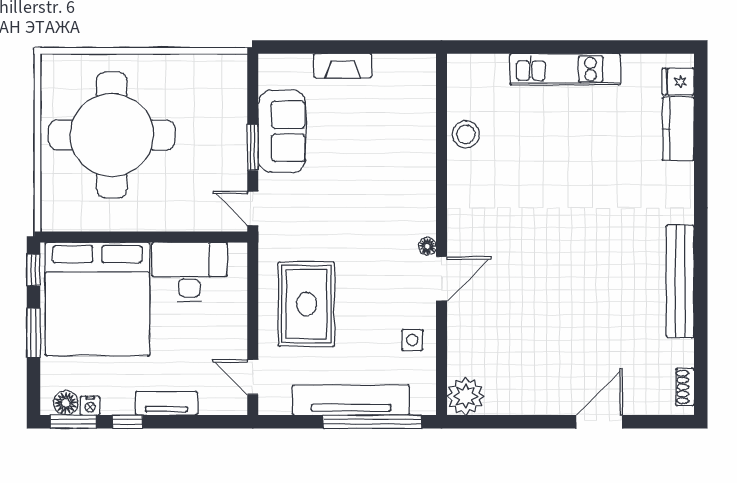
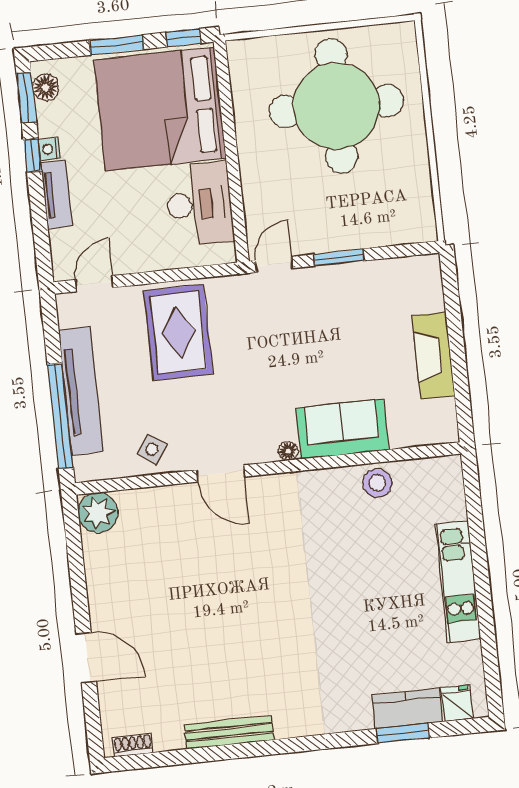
fireplace: (343, 66) -> (433, 356), width x1.37, depth x1.32
sofa: (282, 131) -> (342, 429), moved, turned 180
window: (701, 135) -> (403, 733), added
floor lamp: (427, 246) -> (288, 451), moved
bench: (680, 281) -> (229, 732), width x0.73, depth x0.82
rug: (306, 304) -> (178, 332), turned 90
side table: (412, 340) -> (152, 449), turned 36
nightstand: (90, 406) -> (49, 149), moved

